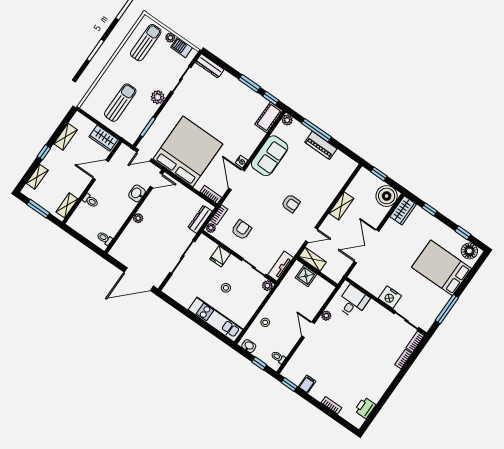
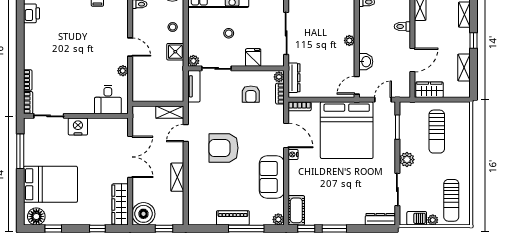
armchair: (291, 203) -> (224, 148), width x1.88, depth x1.88
wardrobe: (403, 210) -> (120, 204), width x1.50
shower: (306, 276) -> (175, 52), moved

